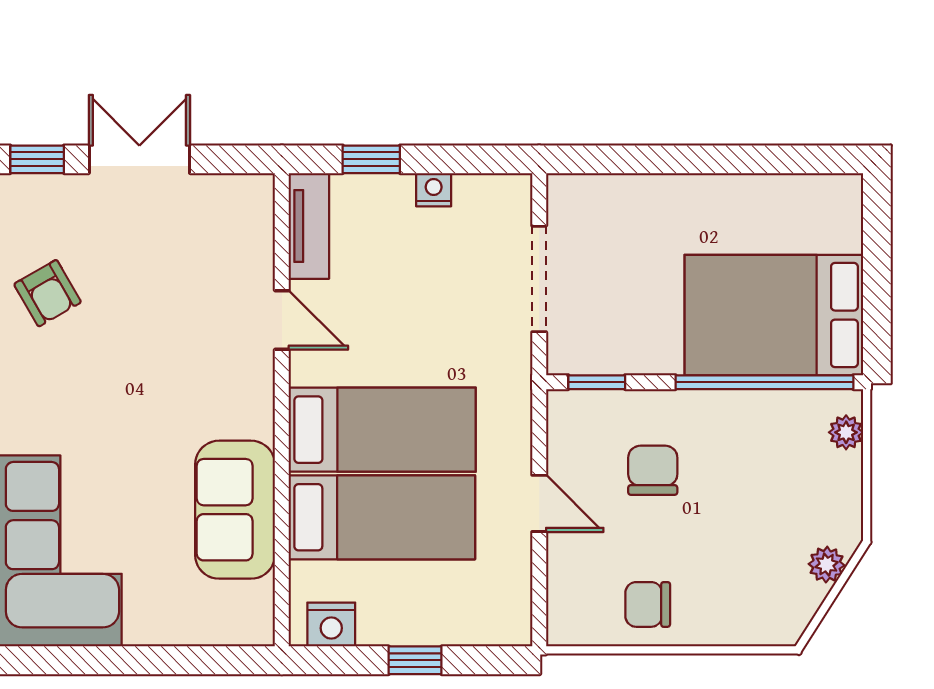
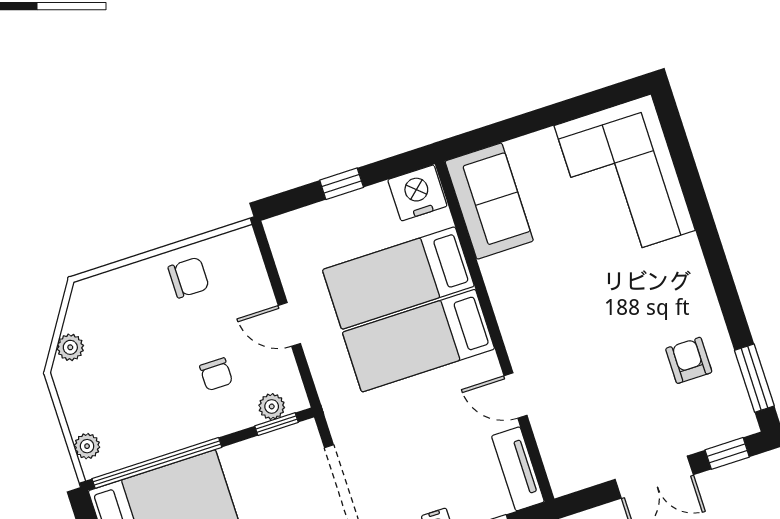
armchair: (48, 293) -> (689, 360), turned 30
plant: (596, 407) -> (272, 406), added
chair: (653, 470) -> (216, 374), width x0.73, depth x0.73
sofa: (235, 510) -> (489, 201), moved
nightstand: (331, 624) -> (417, 193), width x1.36, depth x1.33

